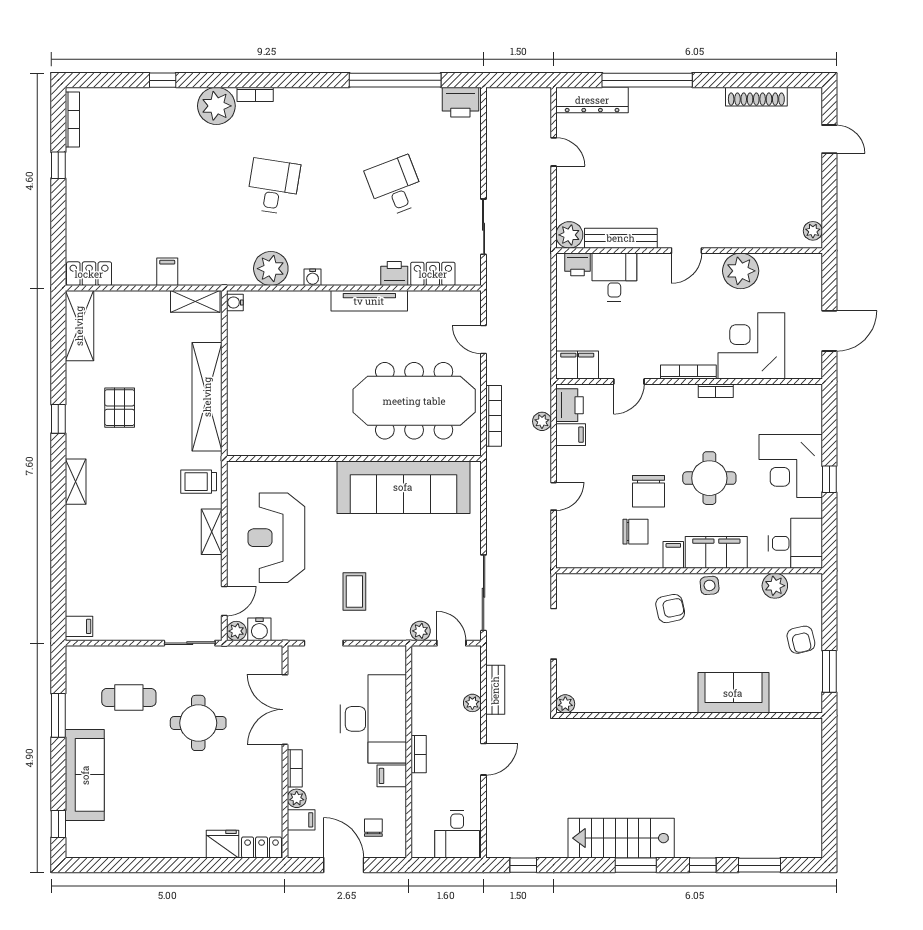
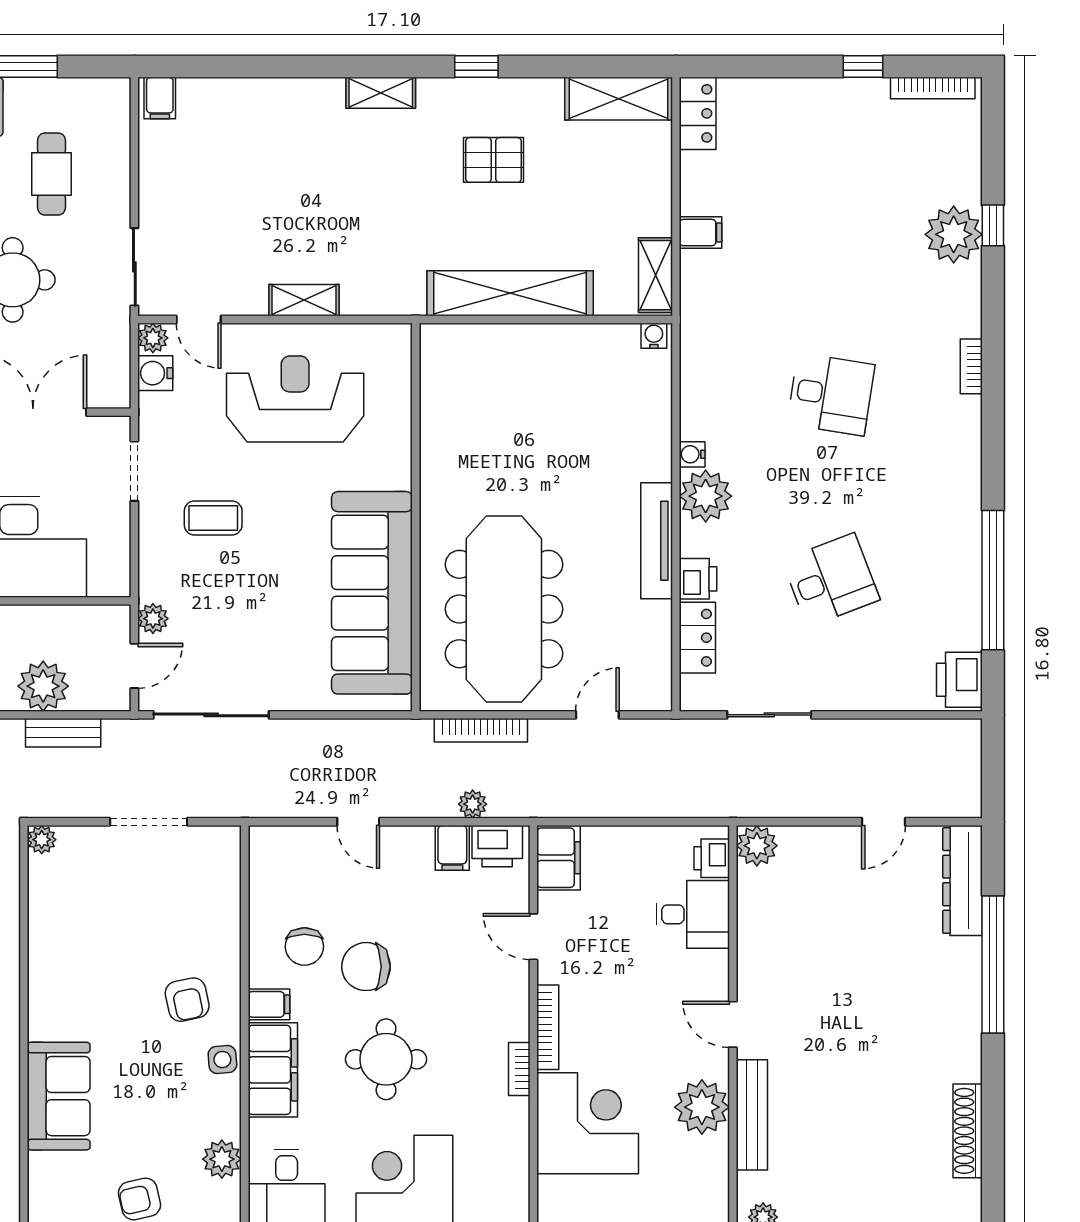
plant: (216, 106) -> (954, 234), moved
bench: (621, 238) -> (752, 1115), moved
plant: (271, 269) -> (706, 496), moved
trolley: (199, 482) -> (381, 280), removed
plant: (472, 703) -> (43, 686), width x1.87, depth x1.87

